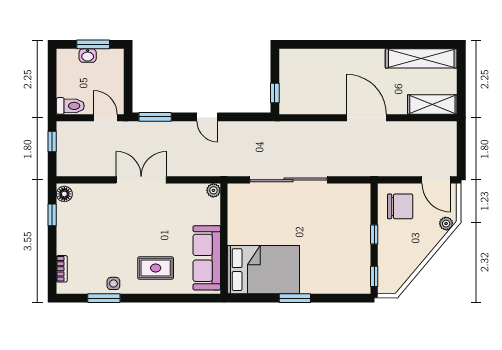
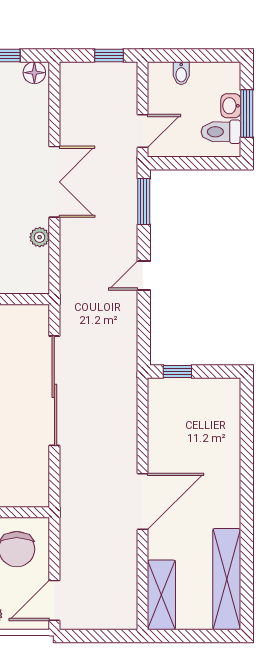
bidet: (65, 90) -> (181, 73), added
toilet: (70, 106) -> (221, 132), moved, turned 90
plant: (213, 190) -> (40, 237), moved

